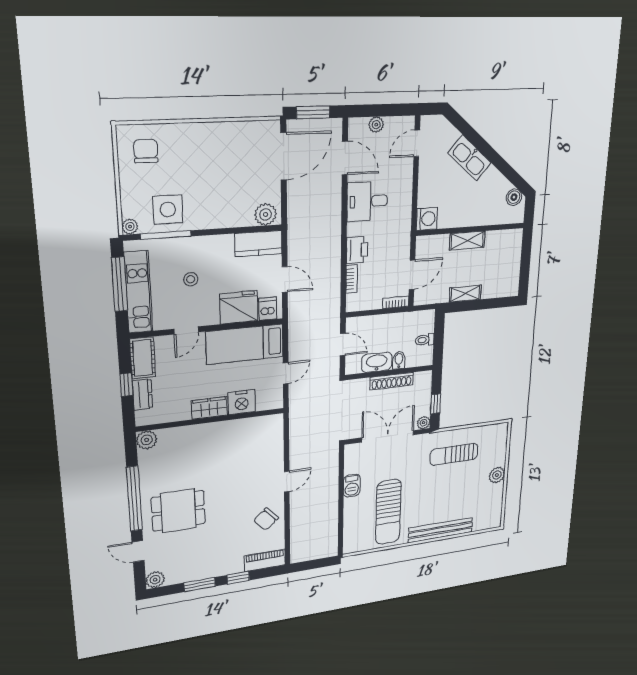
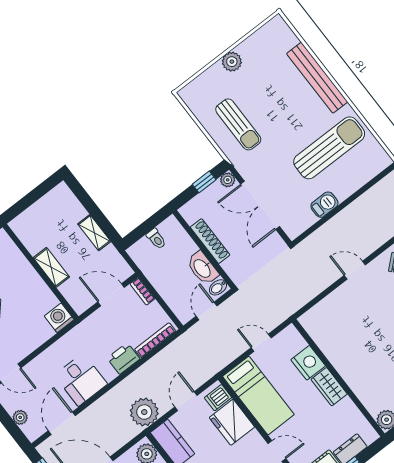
plant: (302, 237) -> (144, 412), added
bookcase: (352, 279) -> (155, 340), width x1.56
bidet: (399, 360) -> (218, 287), moved

